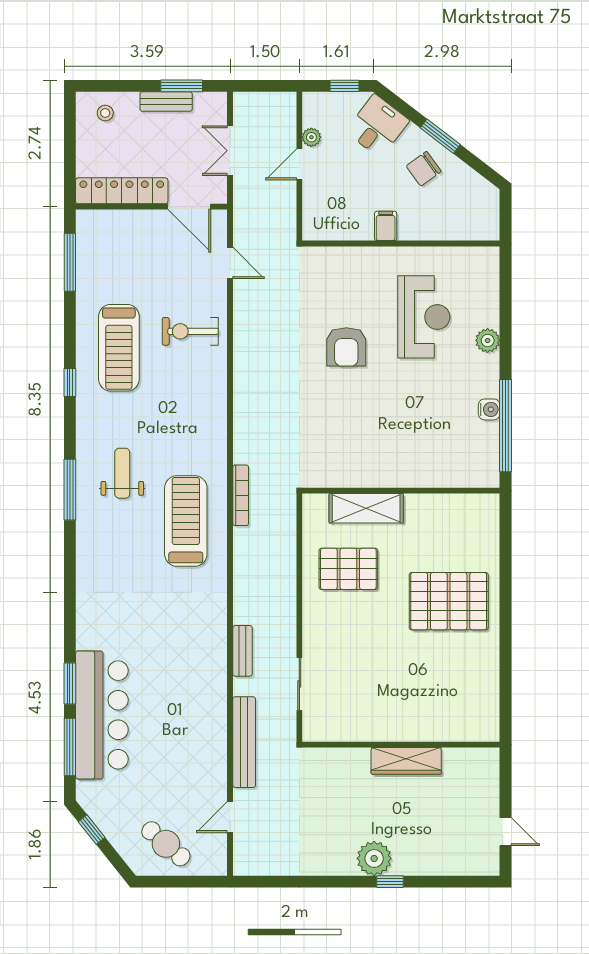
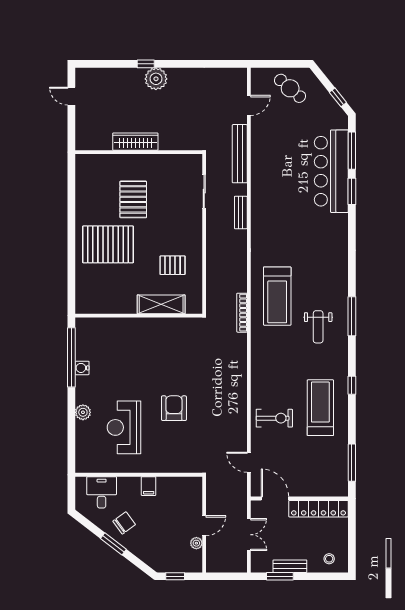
desk: (377, 126) -> (102, 492), moved, turned 142
pallet: (348, 569) -> (173, 265), width x0.67, depth x0.71
pallet: (409, 671) -> (133, 199), added

